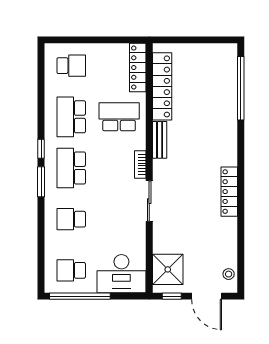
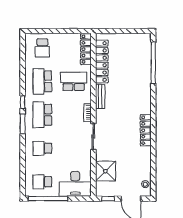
school desk: (71, 66) -> (42, 48), turned 90
shower: (168, 269) -> (105, 171), moved

